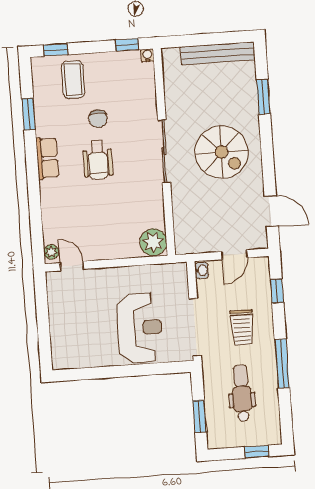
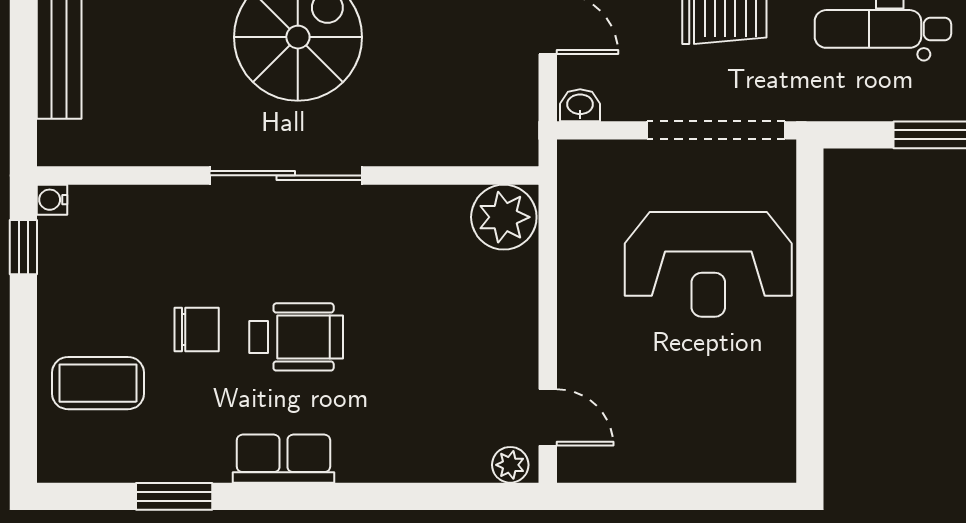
window: (56, 50) -> (23, 420), removed
door: (72, 266) -> (548, 417), swing flipped
reception desk: (140, 328) -> (708, 264), turned 180

